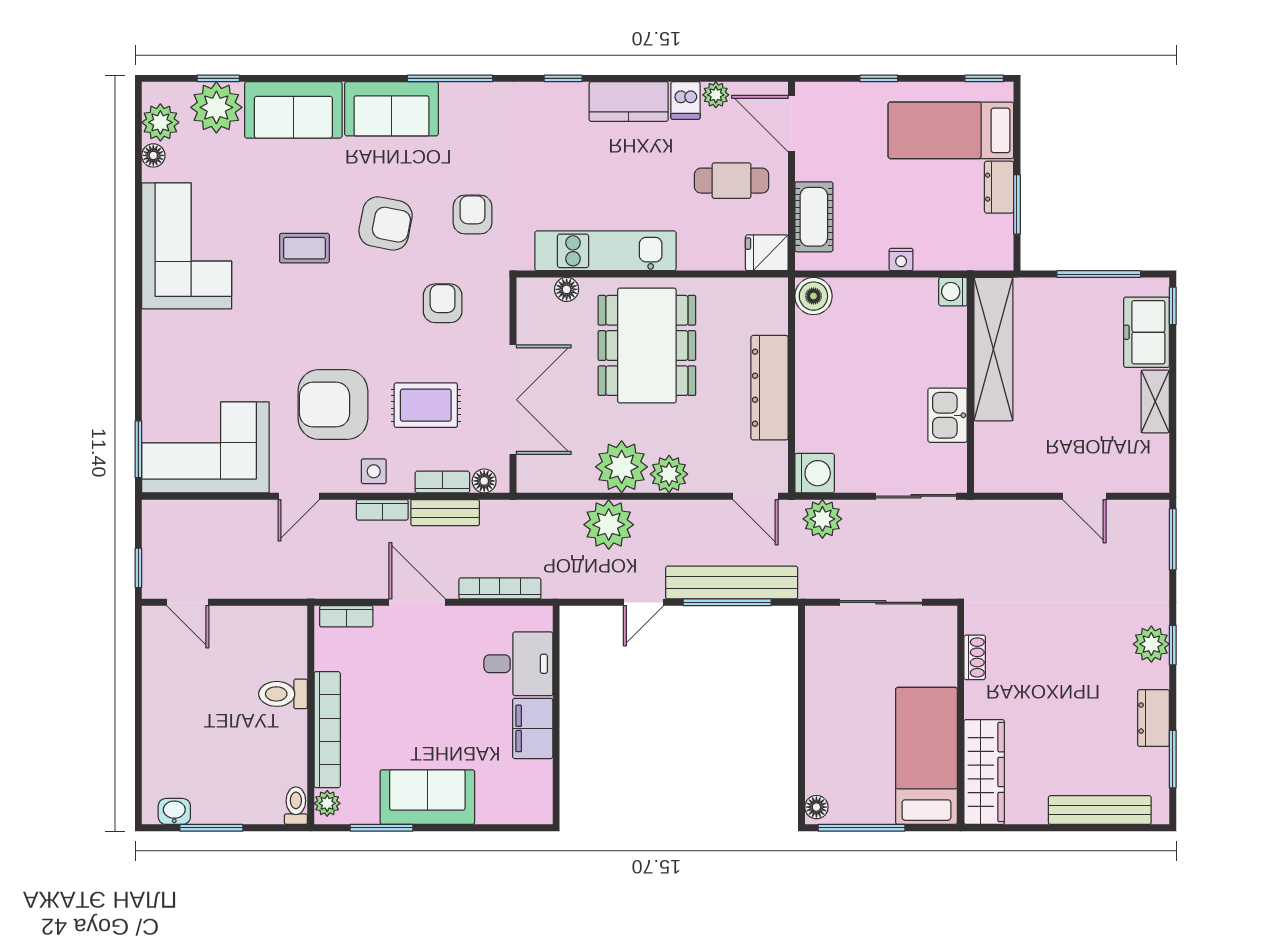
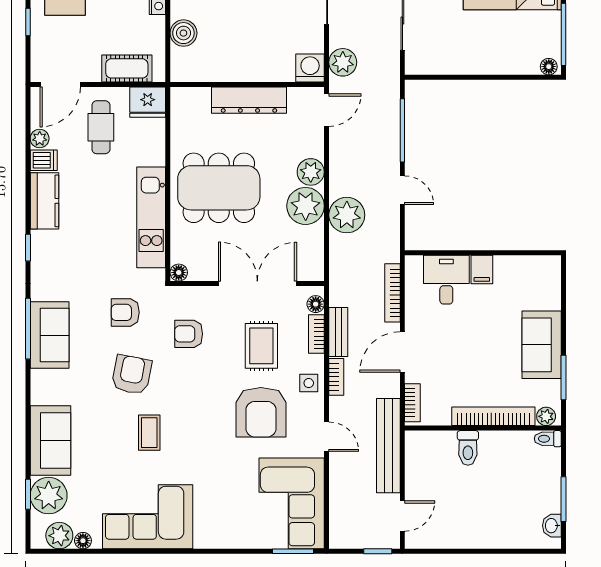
sofa: (391, 109) -> (50, 335), moved
fridge: (767, 253) -> (148, 102), width x1.38
floor lamp: (567, 289) -> (179, 273), moved
boiler: (813, 296) -> (183, 33), moved
bench: (732, 583) -> (388, 446), moved
filing cabinet: (533, 728) -> (482, 269), width x0.50

